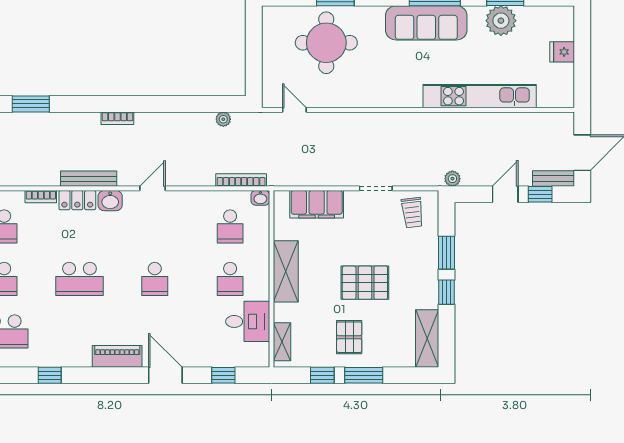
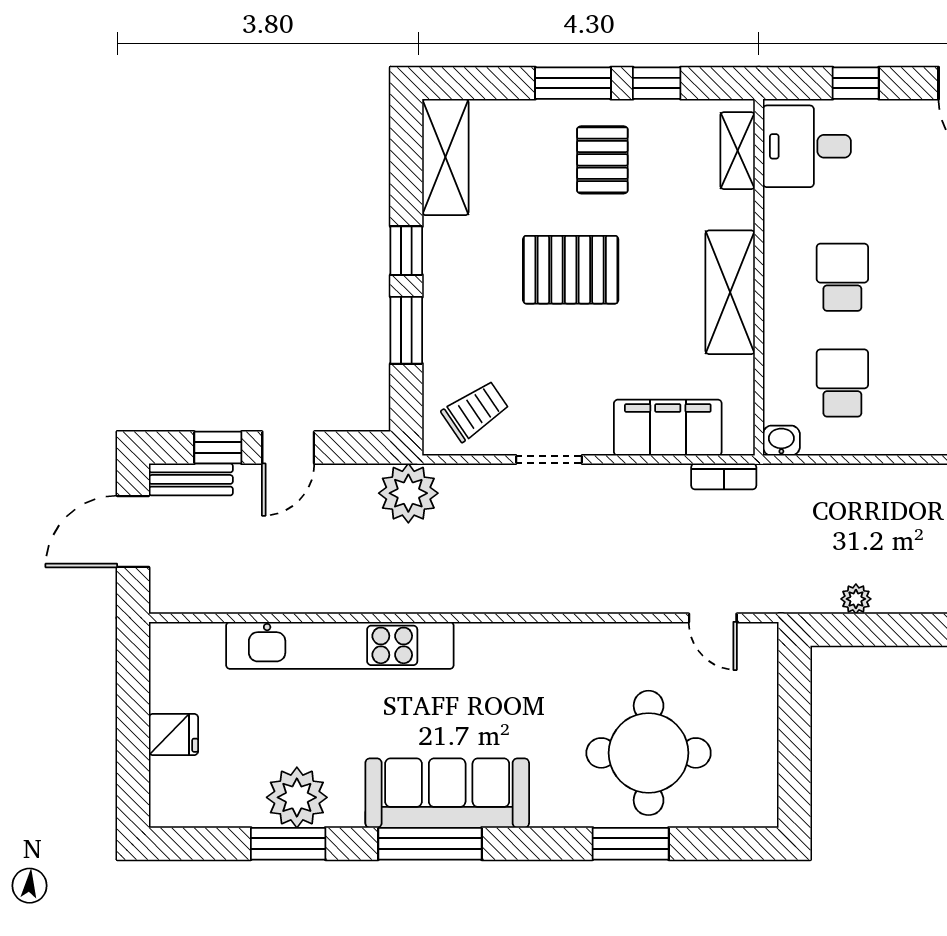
plant: (452, 179) -> (408, 493), width x1.87, depth x1.87
bookcase: (241, 180) -> (724, 476), moved, width x0.64
trolley: (412, 213) -> (475, 411), turned 63
desk: (248, 321) -> (807, 146), moved

